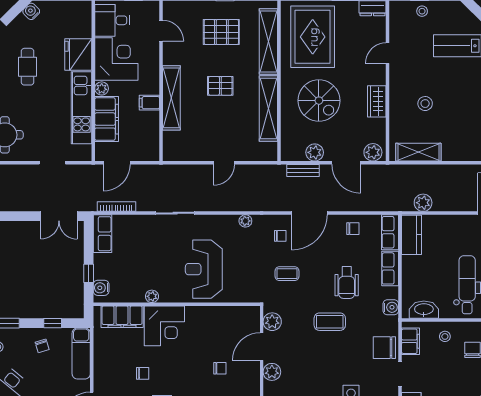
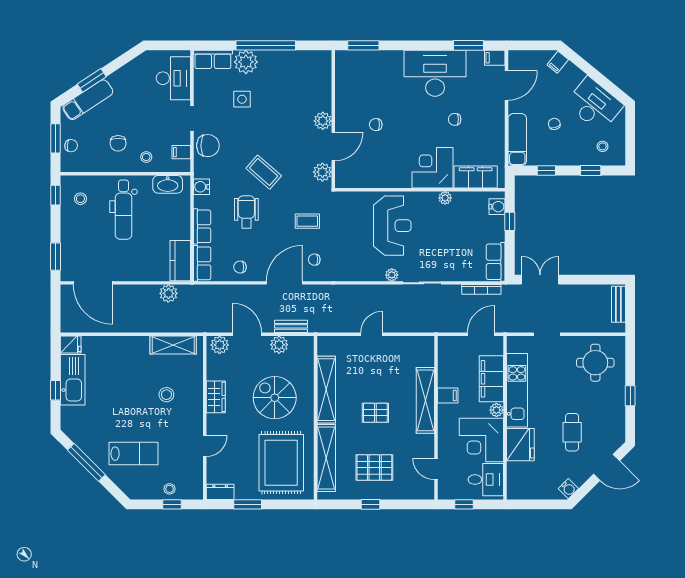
plant: (245, 221) -> (392, 275), moved
coffee table: (330, 322) -> (264, 172), turned 41
filing cabinet: (411, 341) -> (181, 152), width x0.50
chair: (42, 346) -> (554, 124), moved

